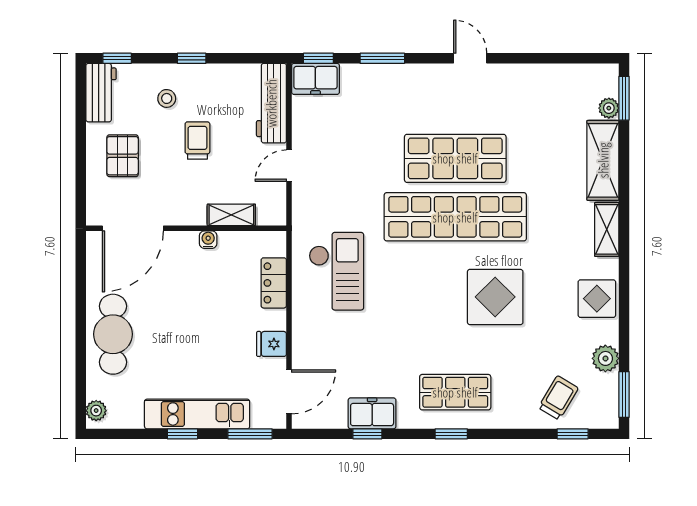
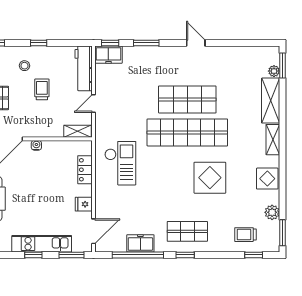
shelving: (231, 215) -> (78, 131), moved
water cooler: (208, 240) -> (36, 145), moved
trolley: (558, 398) -> (245, 235), turned -121
window: (367, 434) -> (138, 255), width x3.17

